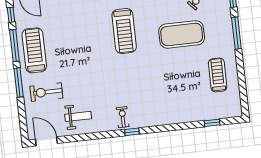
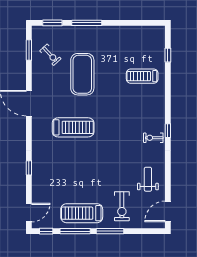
treadmill: (218, 75) -> (142, 76), moved

